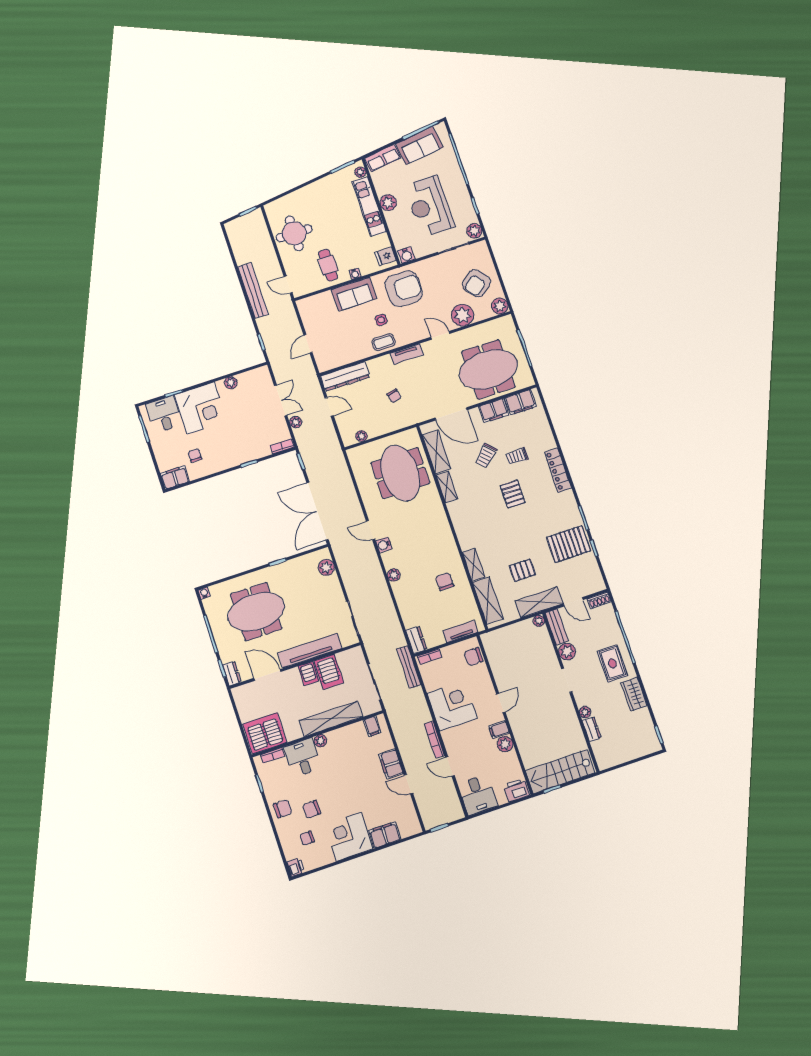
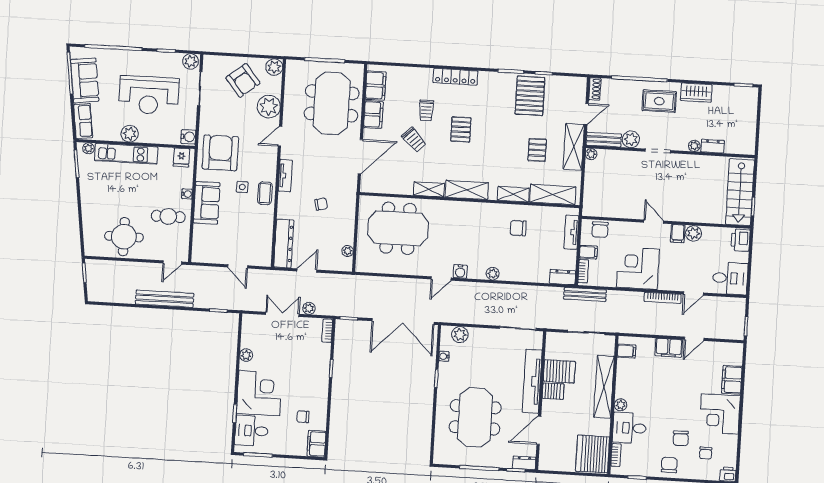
shelving: (437, 452) -> (467, 190), moved
pallet: (513, 494) -> (461, 129), turned 90
water cooler: (204, 593) -> (444, 356), moved
filing cabinet: (449, 654) -> (588, 252), added

